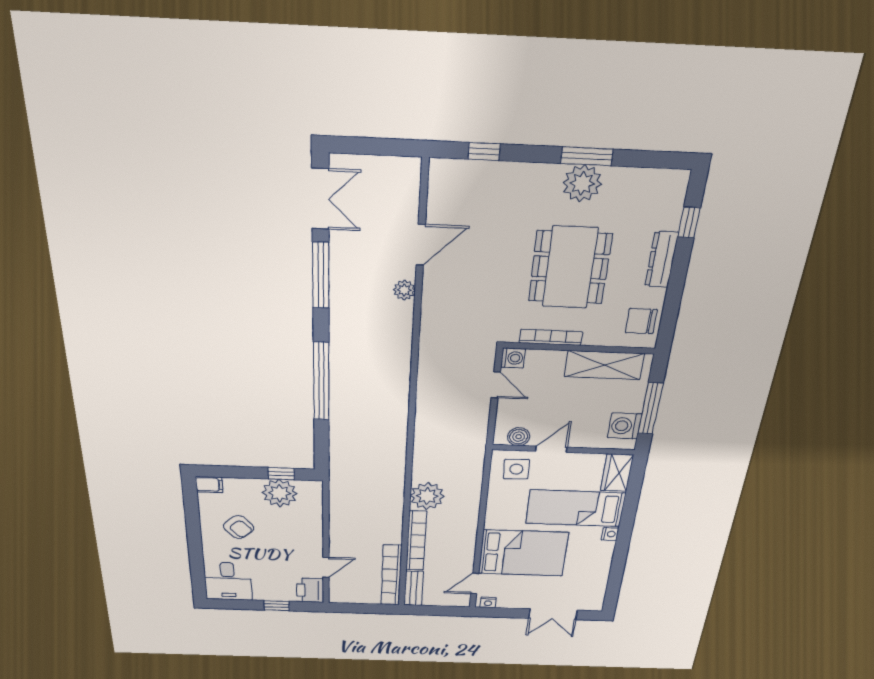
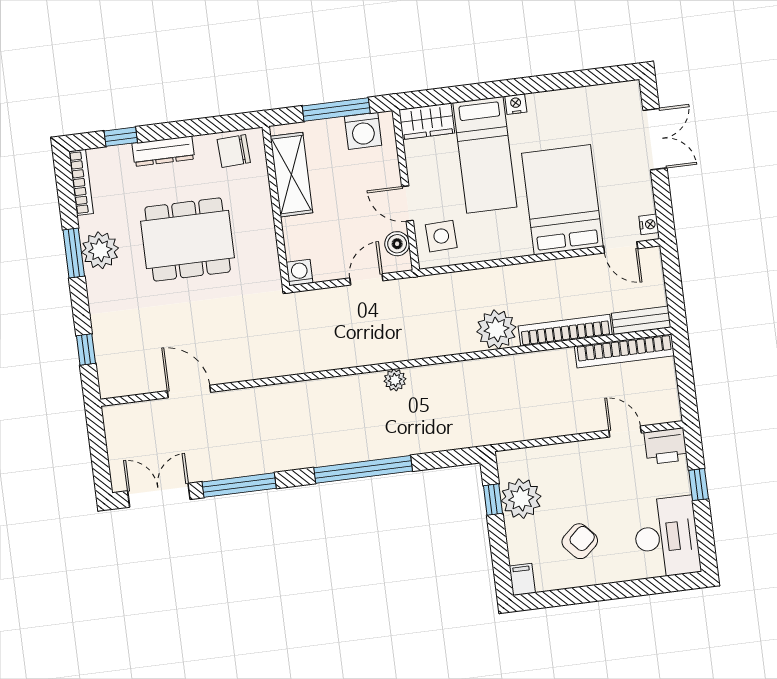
plant: (404, 290) -> (395, 380), moved
chair: (641, 321) -> (234, 151), turned 87
bookcase: (551, 337) -> (81, 182), moved, turned 180
door: (496, 385) -> (366, 279), moved
desk: (228, 581) -> (666, 537), width x1.37

